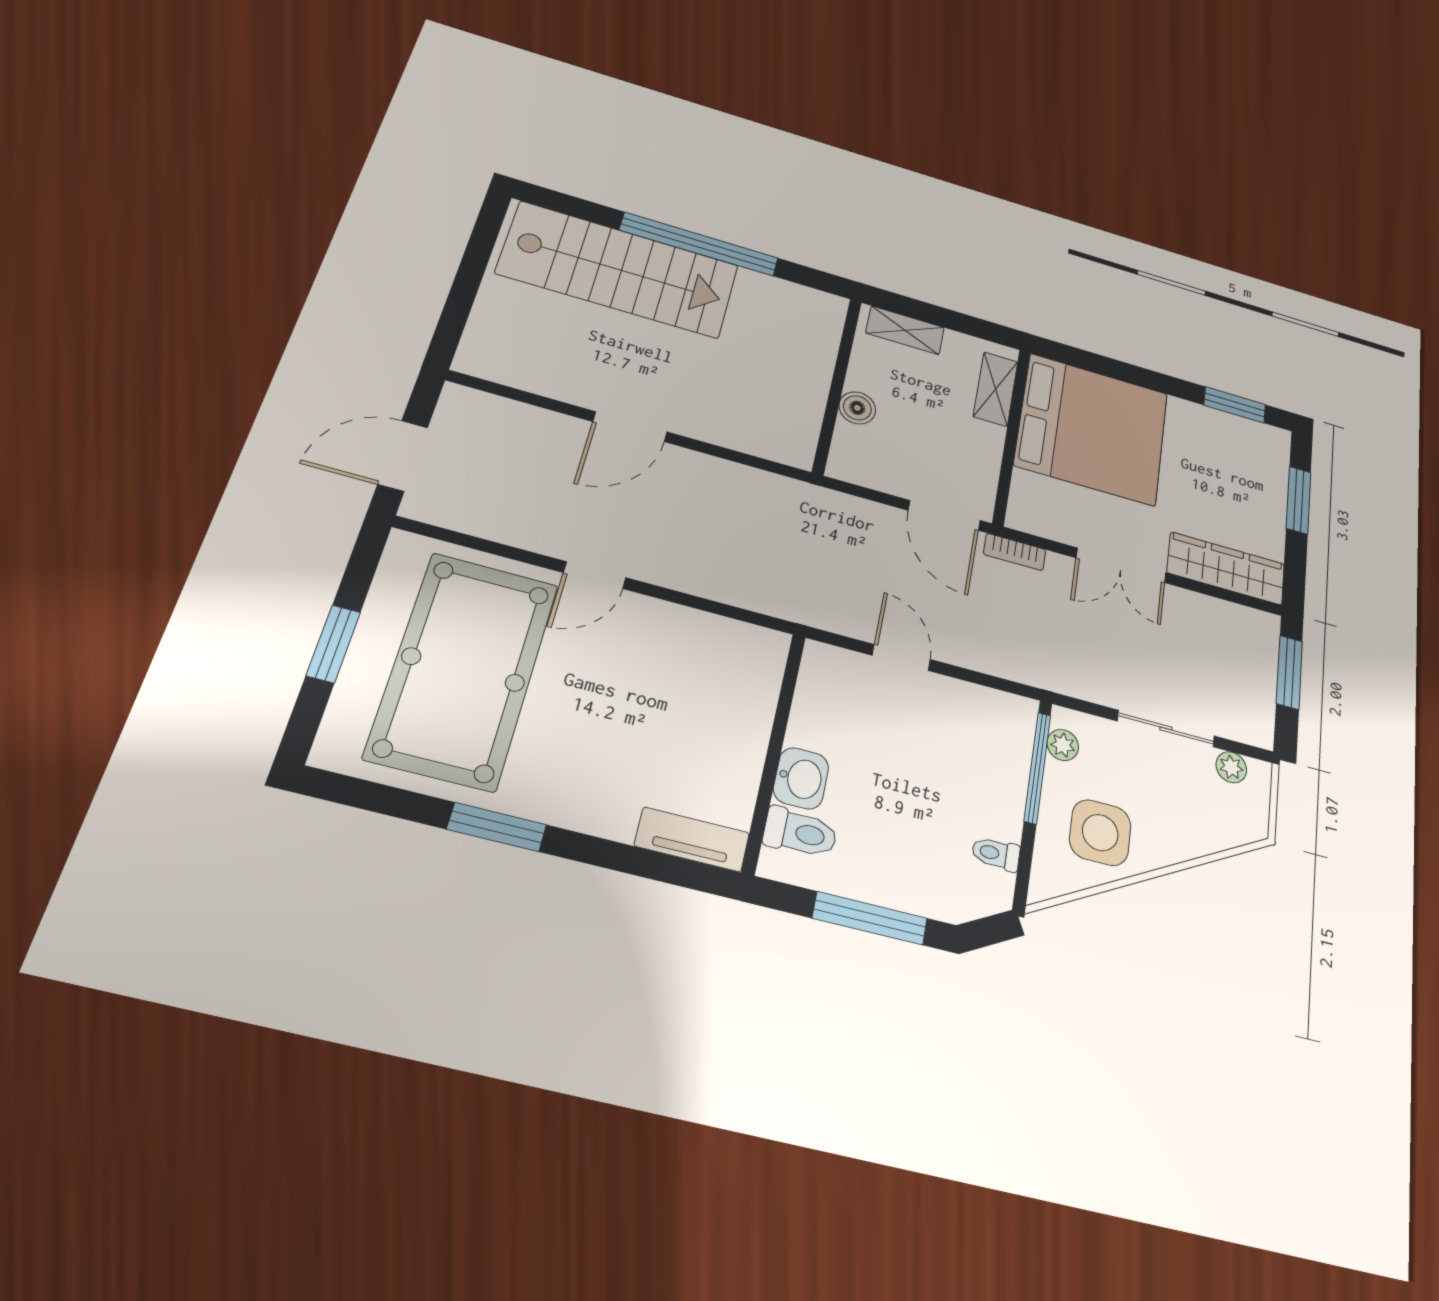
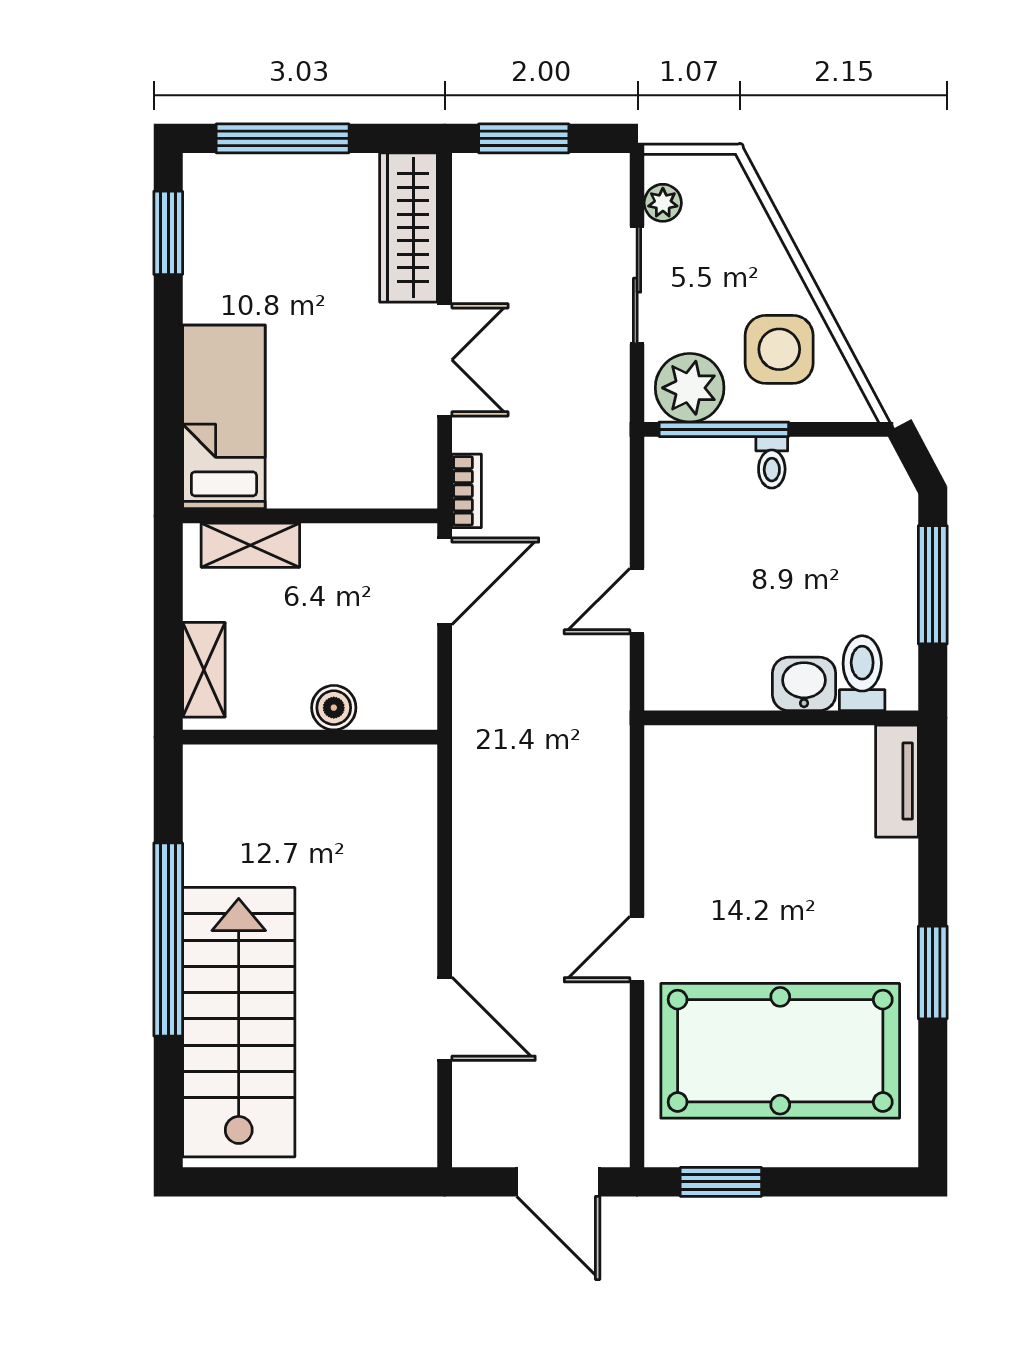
door: (630, 427) -> (445, 1019), moved
bed: (1092, 429) -> (224, 417), width x0.49
window: (1299, 500) -> (283, 138), width x1.44
door: (595, 575) -> (637, 949), swing flipped
window: (333, 644) -> (721, 1182), moved
plant: (1063, 745) -> (690, 388), width x1.88, depth x1.88
toilet: (996, 854) -> (772, 462), moved

